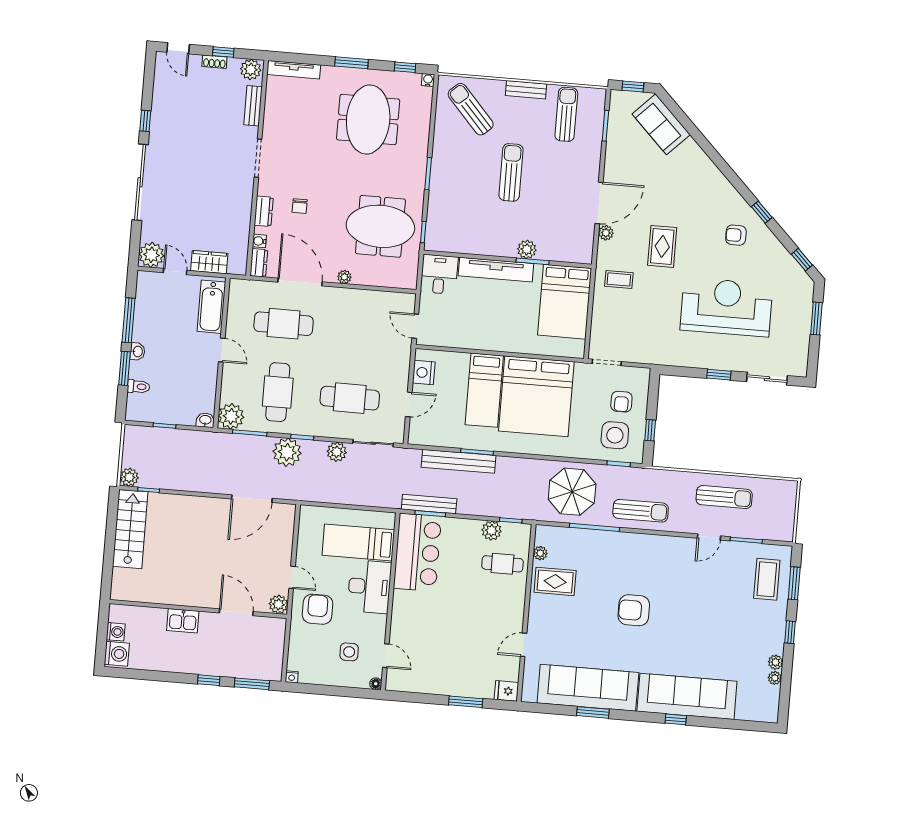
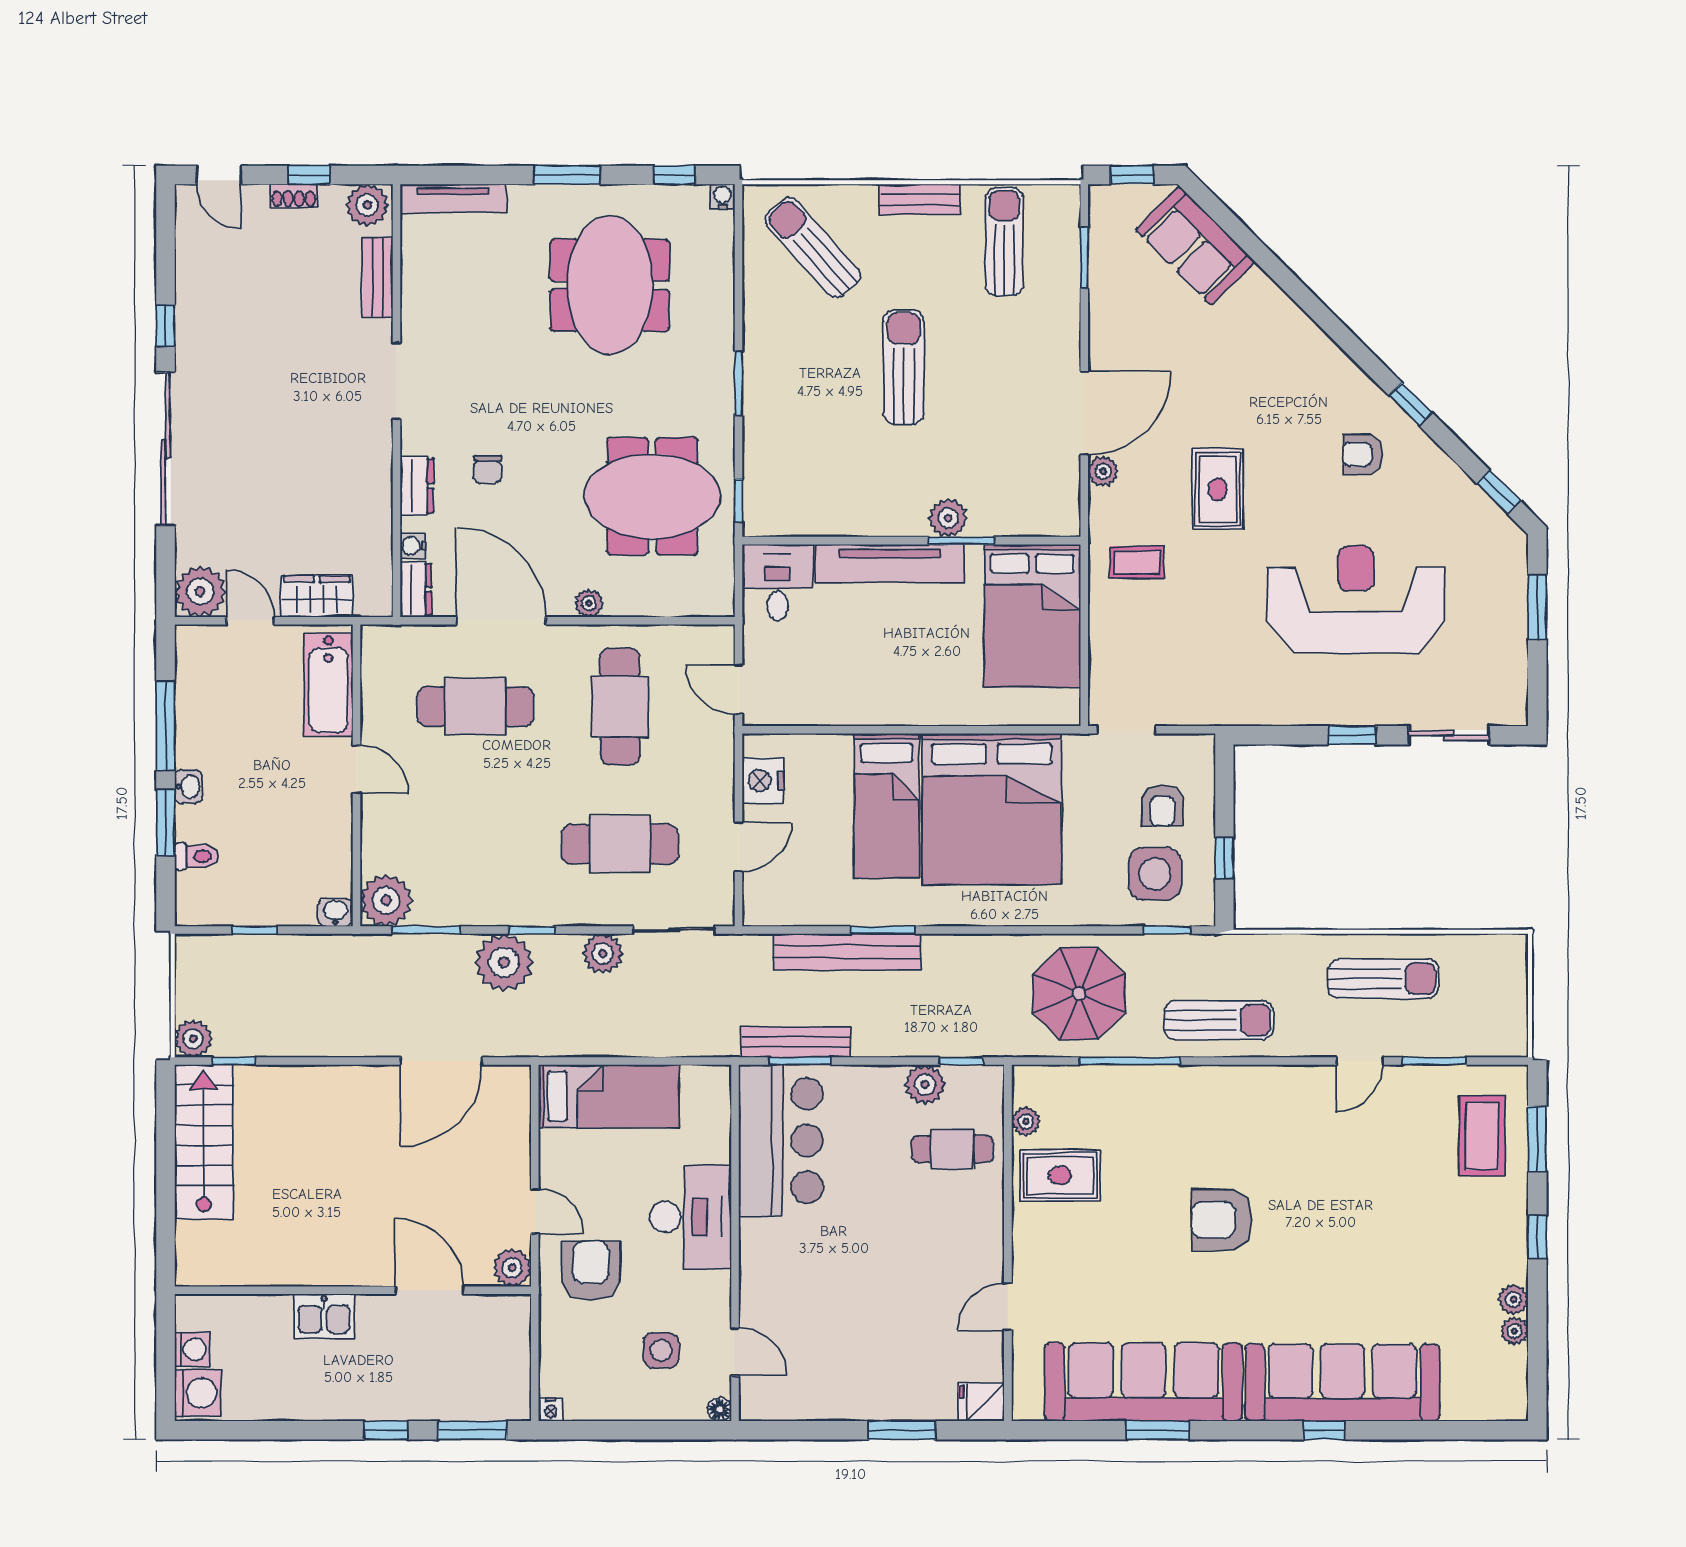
cafe table: (278, 392) -> (620, 707), moved
bed: (358, 542) -> (609, 1096), moved, turned 180

